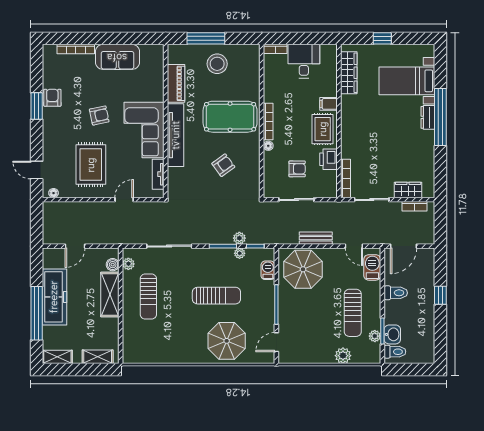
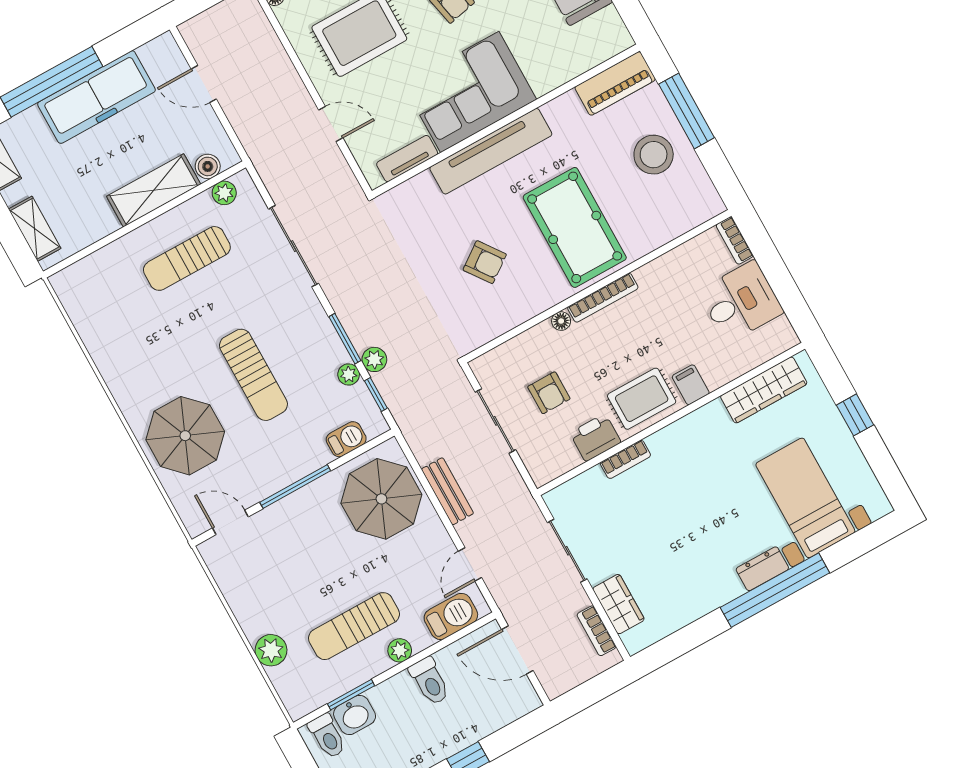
piano: (176, 83) -> (615, 83), moved
bookcase: (346, 178) -> (625, 459), moved, width x0.64
plant: (375, 336) -> (400, 650), moved

